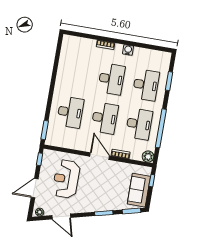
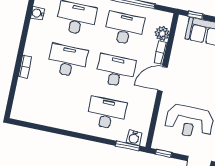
water cooler: (128, 50) -> (38, 13), moved
water cooler: (51, 135) -> (134, 138), added
plant: (148, 157) -> (162, 33), moved

